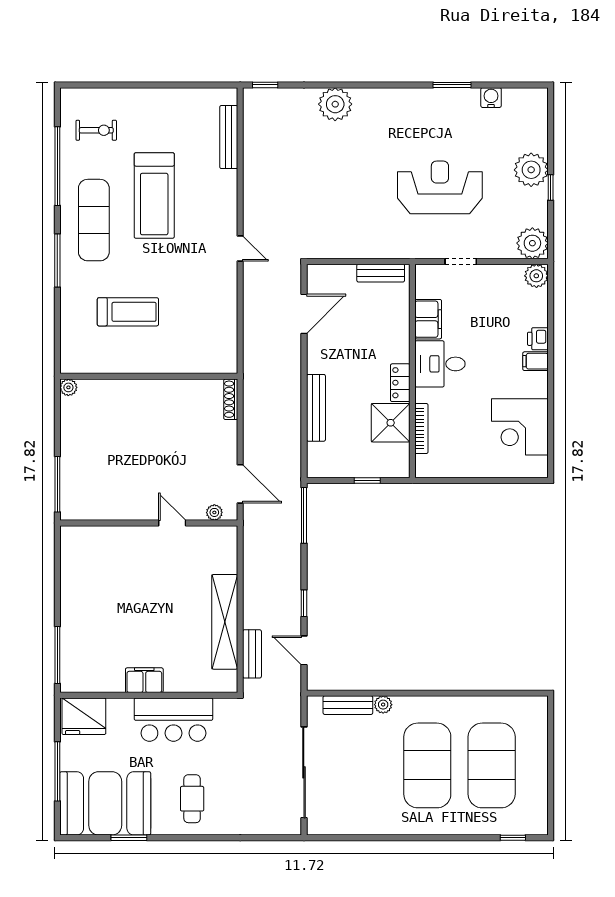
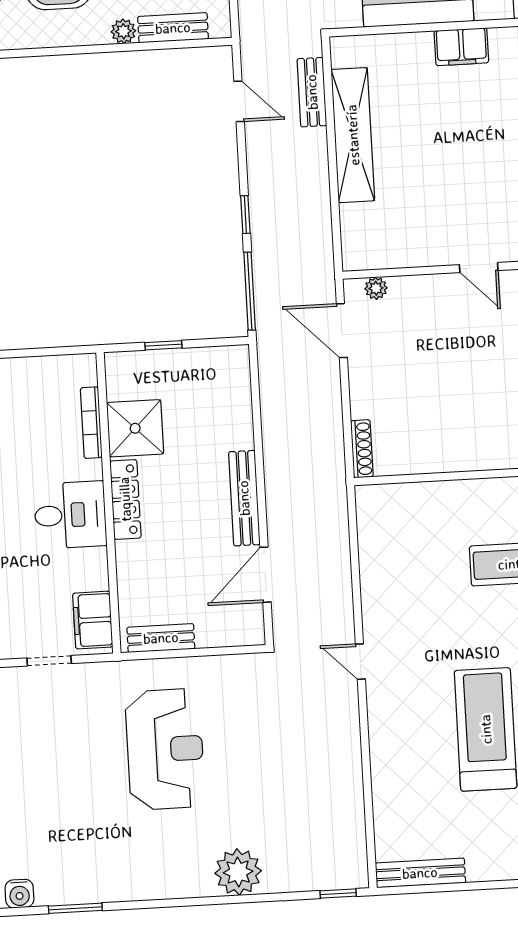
bench: (229, 137) -> (420, 873), moved, turned 90
reception desk: (440, 187) -> (165, 749), moved, turned -90
filing cabinet: (428, 319) -> (93, 620), moved
locker: (400, 383) -> (125, 499), width x1.53
bench: (316, 408) -> (244, 498), moved
door: (172, 523) -> (479, 268), moved
window: (304, 603) -> (245, 215), moved

